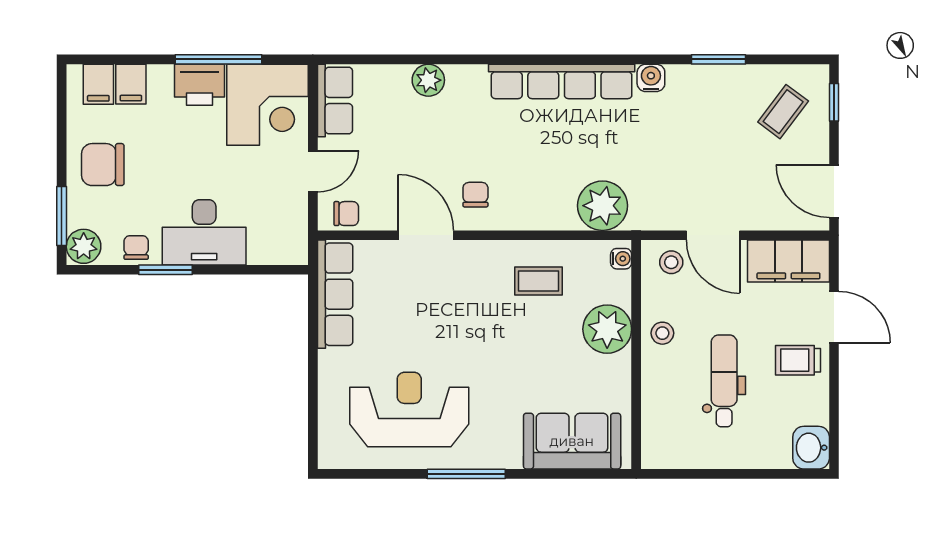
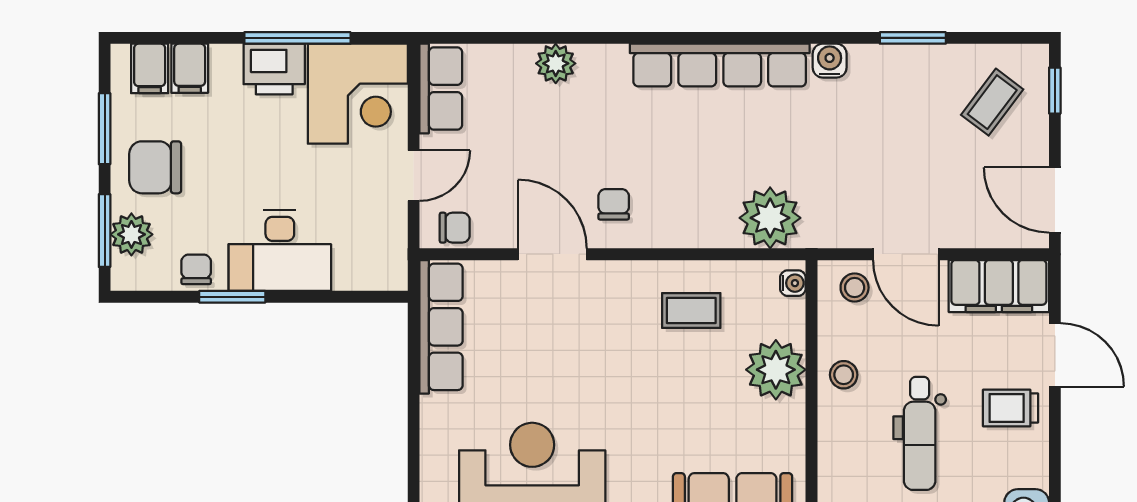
window: (62, 133) -> (105, 129), added
plant: (84, 246) -> (131, 234), moved
dental chair: (724, 381) -> (920, 433), turned 180

